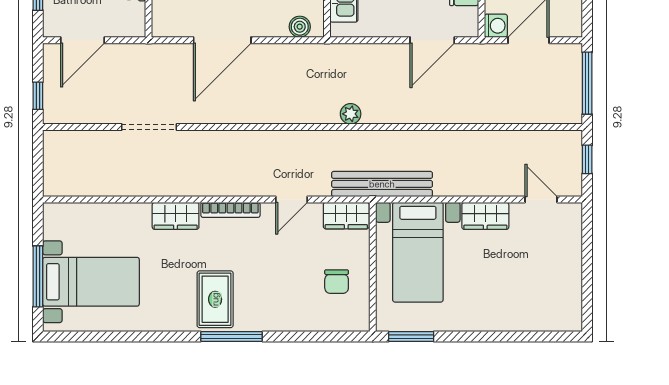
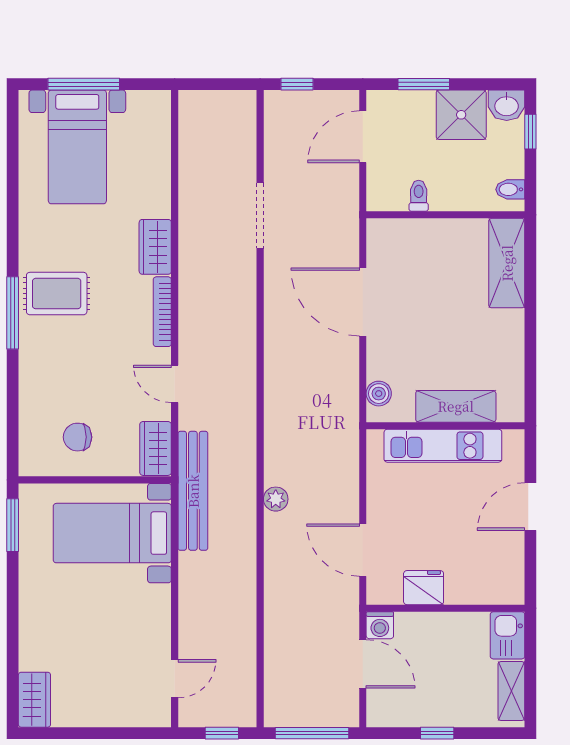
door: (82, 40) -> (363, 137), hinge flipped
plant: (351, 114) -> (276, 499), moved
wardrobe: (485, 216) -> (34, 700), moved, turned 180

